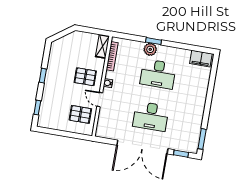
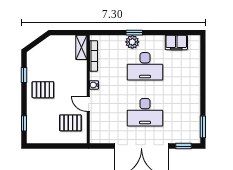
filing cabinet: (201, 59) -> (176, 42), moved
window: (43, 76) -> (24, 75), moved
pallet: (85, 77) -> (43, 90), moved

